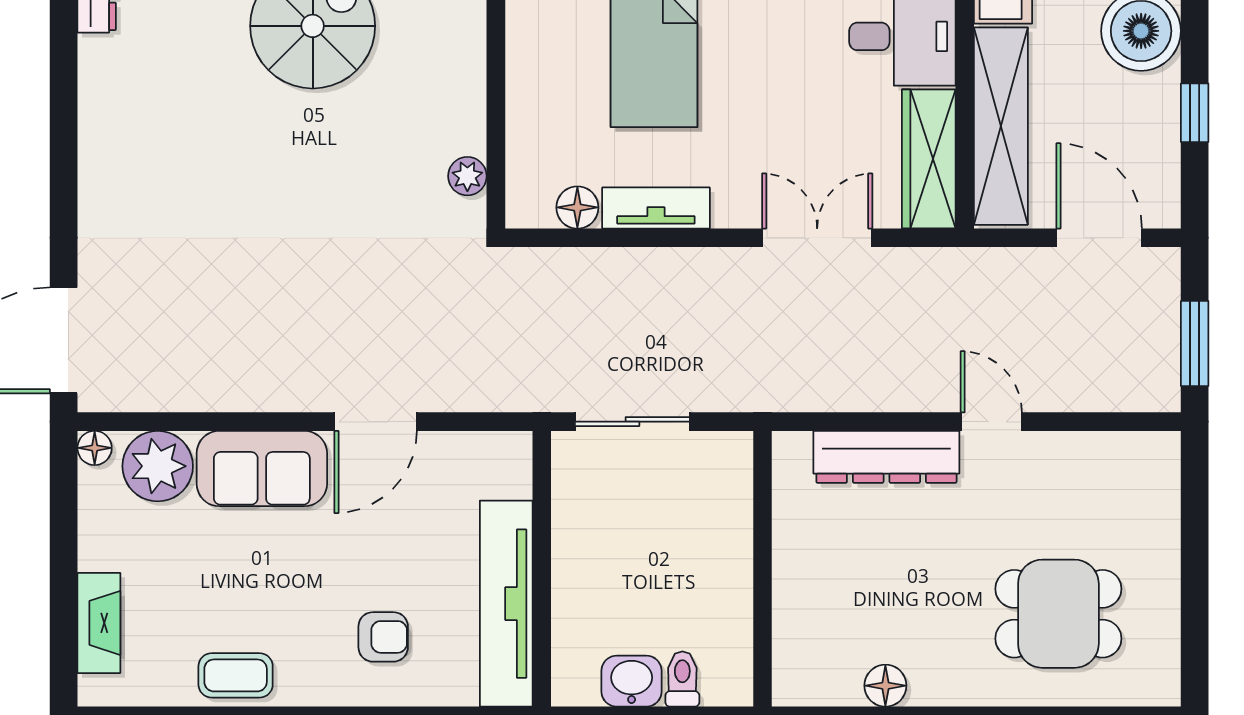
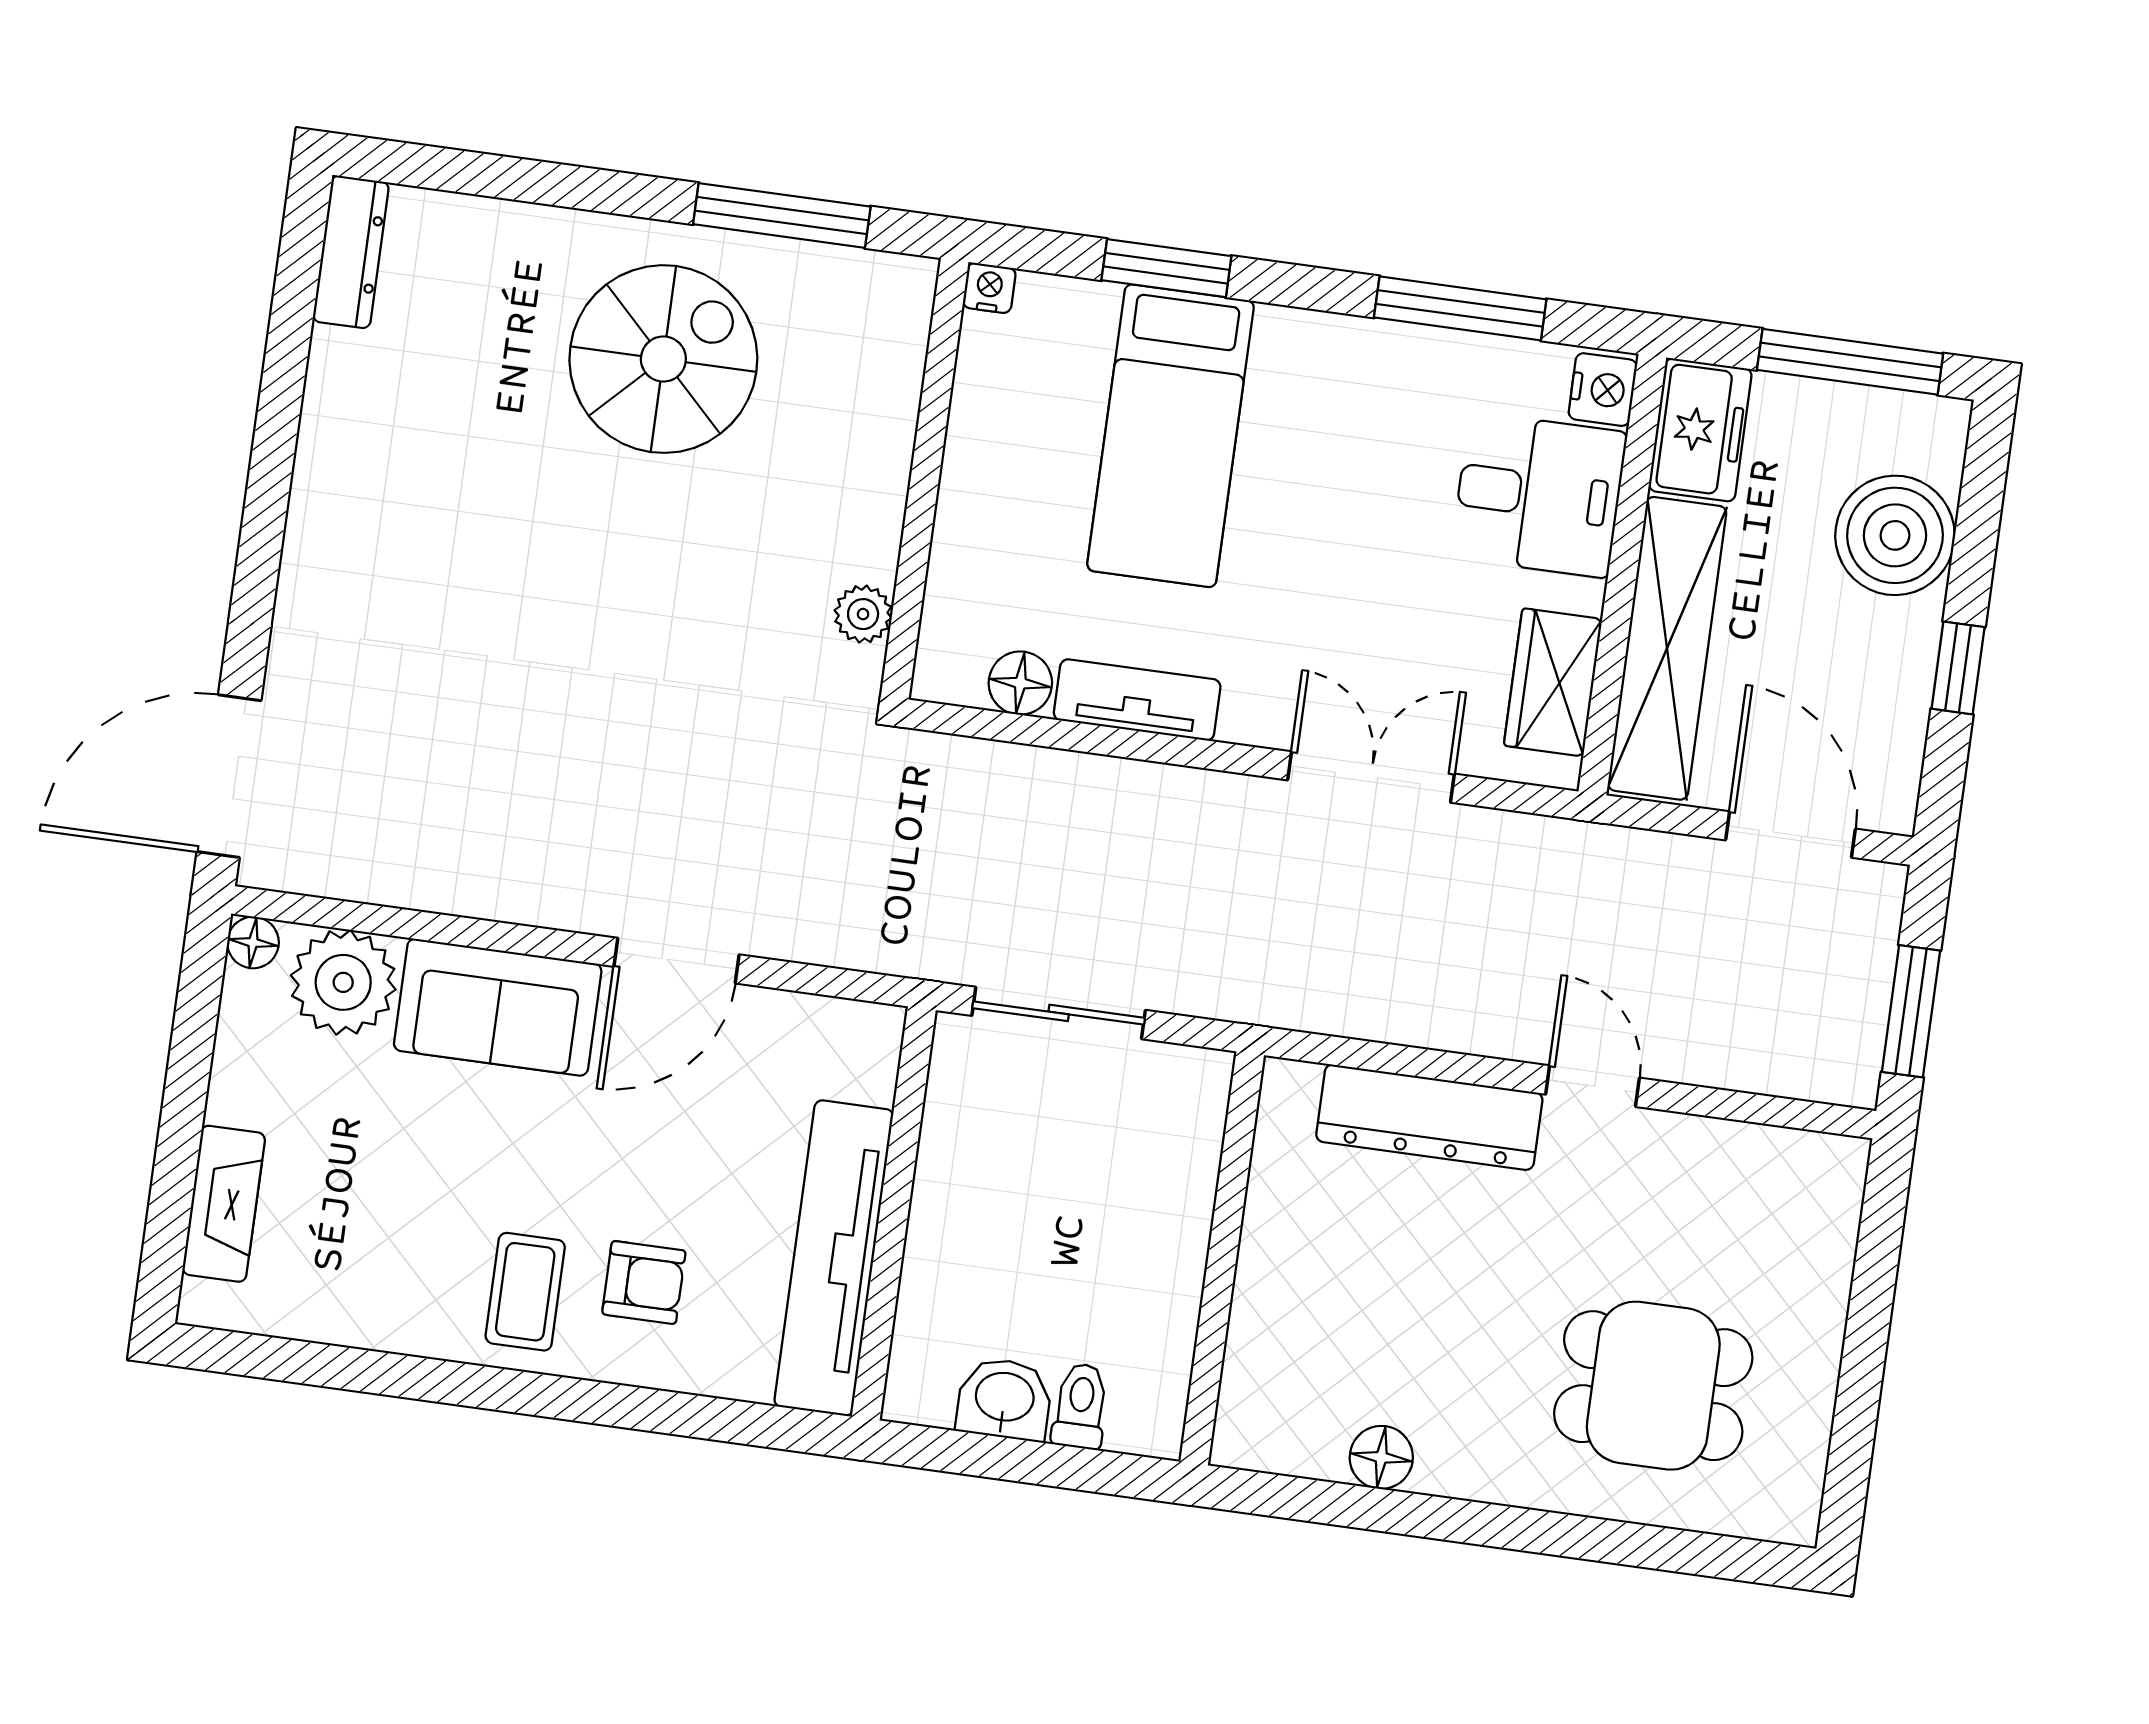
wardrobe: (929, 159) -> (1553, 682), width x0.67
coffee table: (236, 675) -> (525, 1292), moved, turned 90

